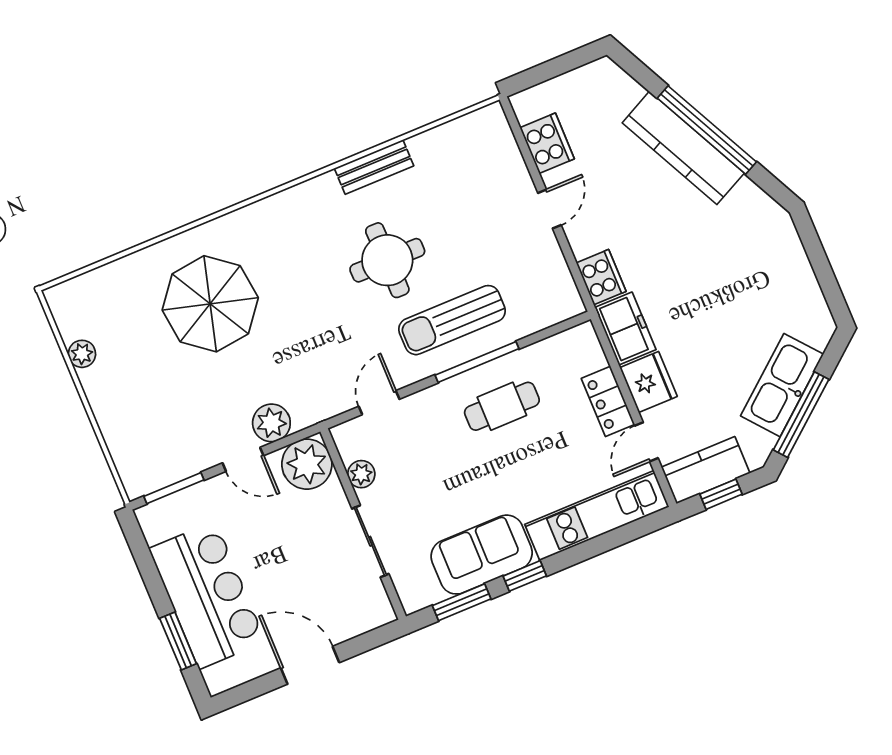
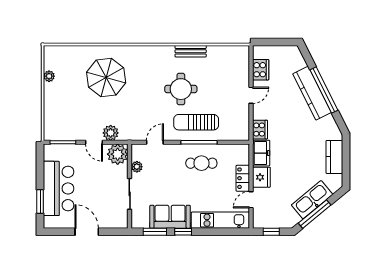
kitchen counter: (706, 470) -> (334, 157), moved, turned -90

